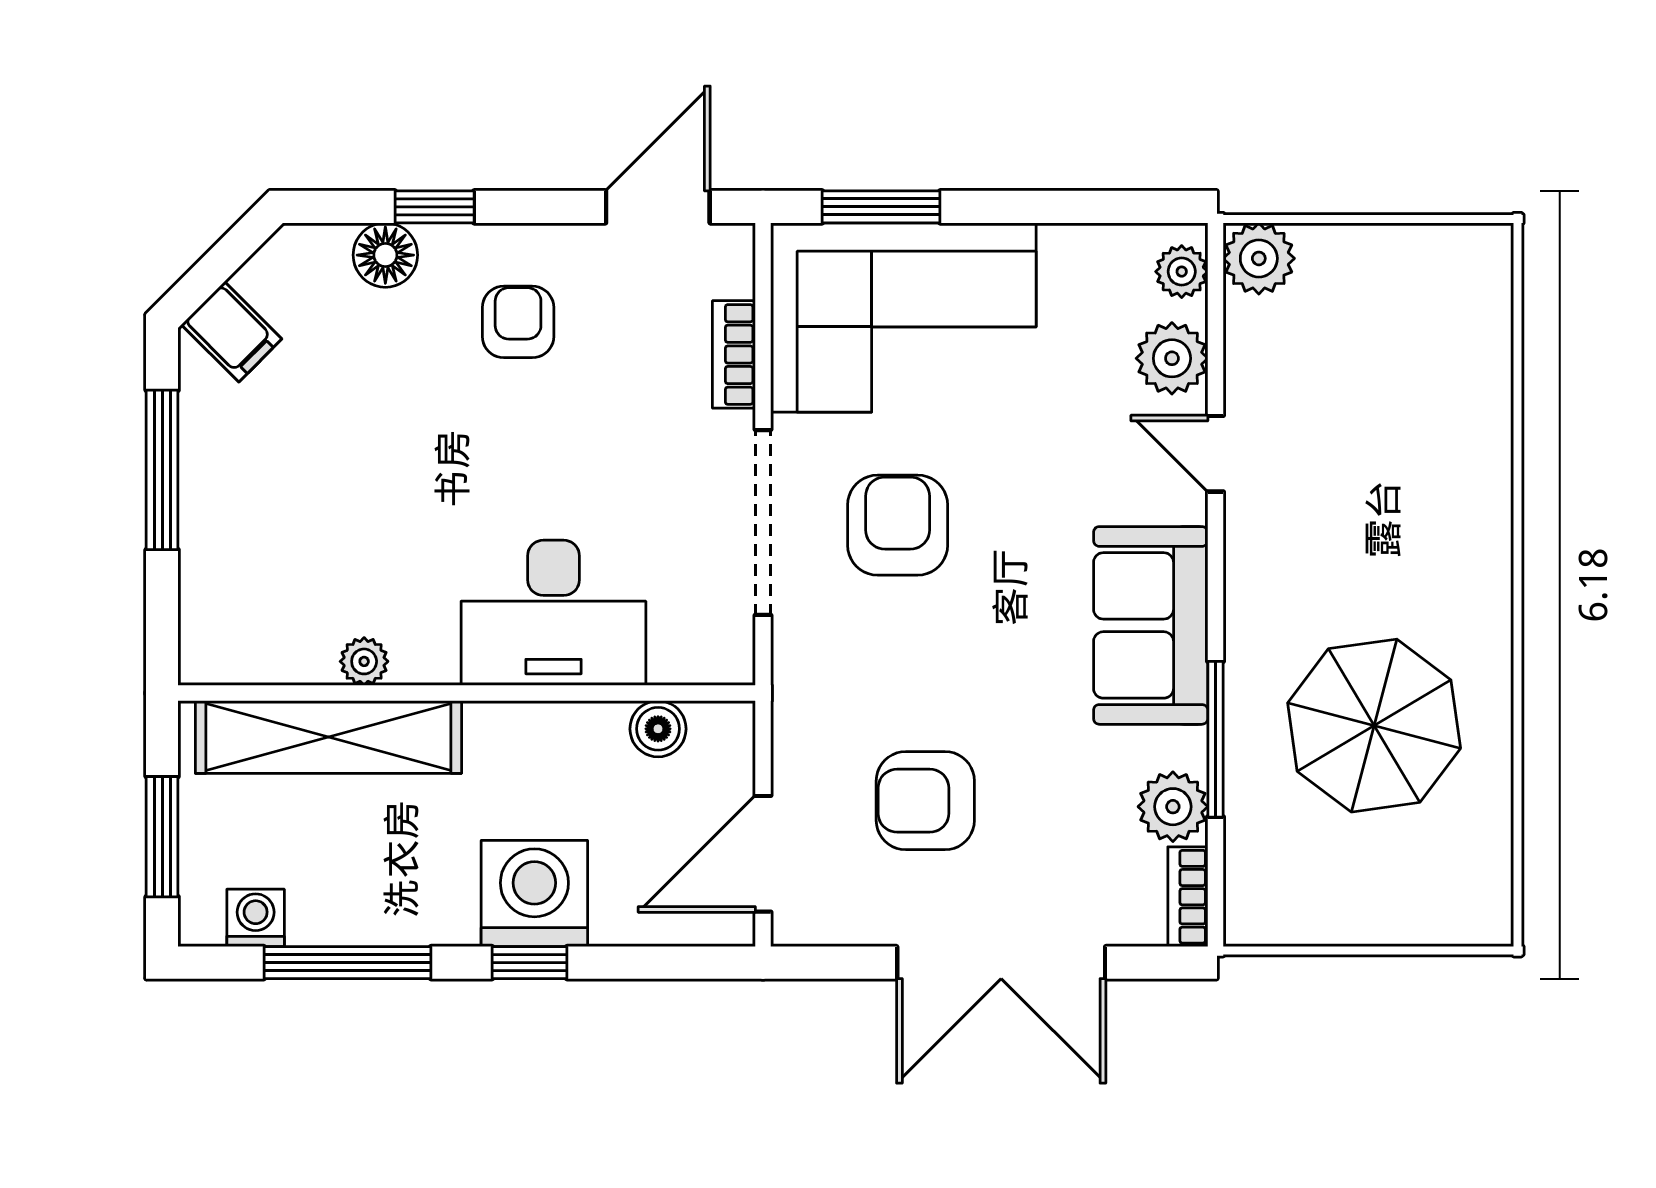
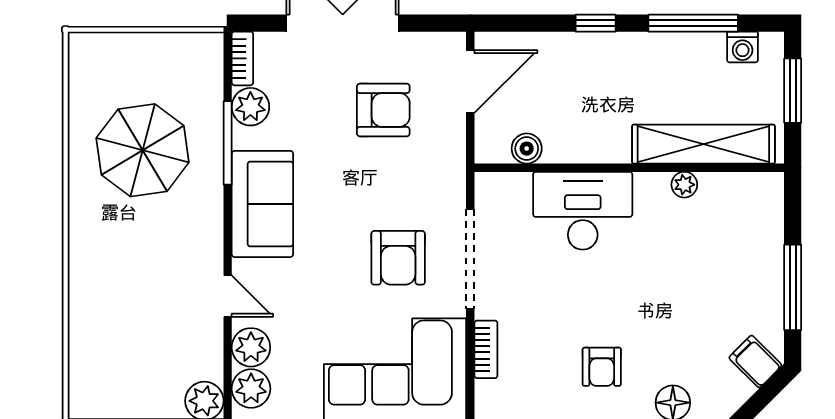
plant: (1182, 272) -> (251, 389), width x1.38, depth x1.38
washing machine: (534, 893) -> (593, 60), removed

